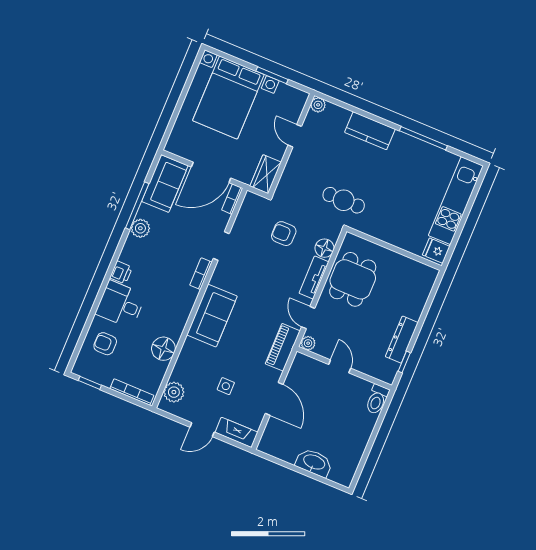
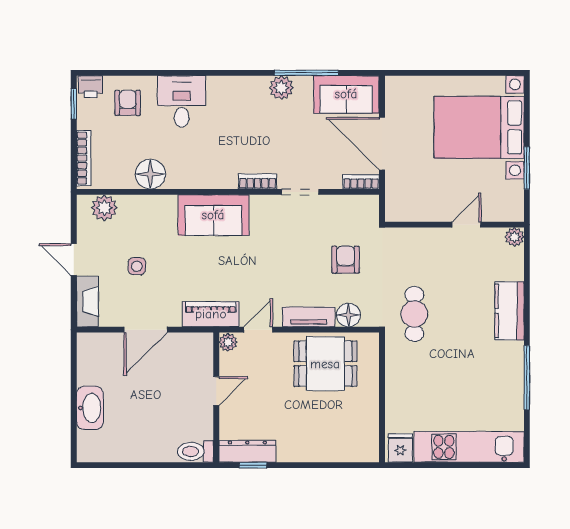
wardrobe: (266, 174) -> (407, 209), removed
printer: (121, 272) -> (91, 87), moved
dresser: (402, 340) -> (247, 451), moved

